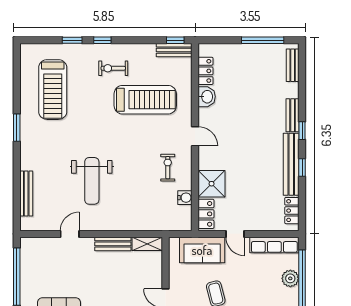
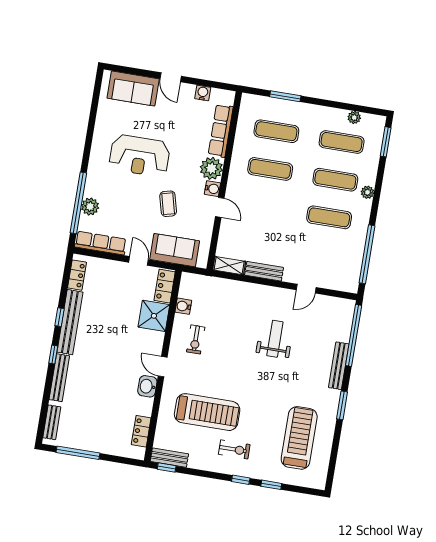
washbasin: (207, 97) -> (147, 386), moved
treadmill: (145, 100) -> (207, 412), turned 180
bench: (293, 115) -> (59, 378), width x1.36
weight bench: (92, 181) -> (275, 339), width x0.73, depth x0.75
bench: (26, 194) -> (339, 366), moved
window: (17, 197) -> (354, 335), added

